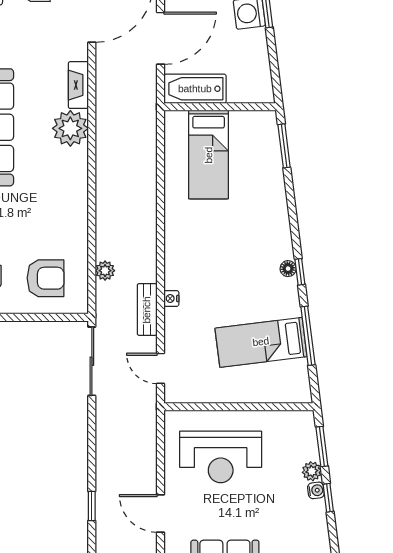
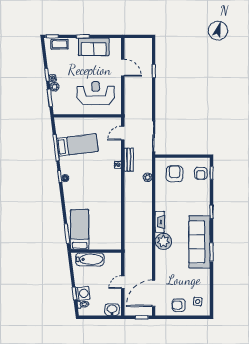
door: (160, 38) -> (123, 282), width x0.53
fireplace: (78, 85) -> (160, 222), moved
bathtub: (195, 89) -> (90, 259), moved
bed: (209, 155) -> (80, 230), moved
armchair: (46, 278) -> (175, 174), turned 90
door: (160, 368) -> (123, 133), swing flipped

